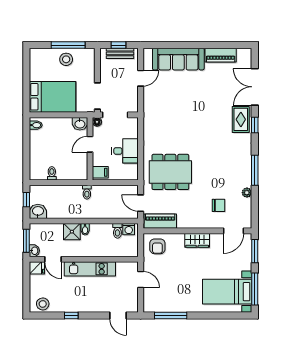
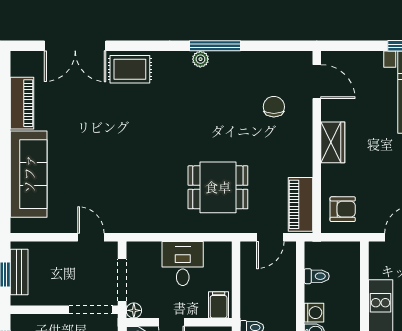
door: (141, 78) -> (91, 237), moved
window: (255, 125) -> (139, 46), removed
dining table: (170, 172) -> (218, 187), width x0.73
plant: (247, 193) -> (200, 59), moved
washing machine: (129, 229) -> (314, 313), moved
window: (255, 251) -> (351, 46), removed

